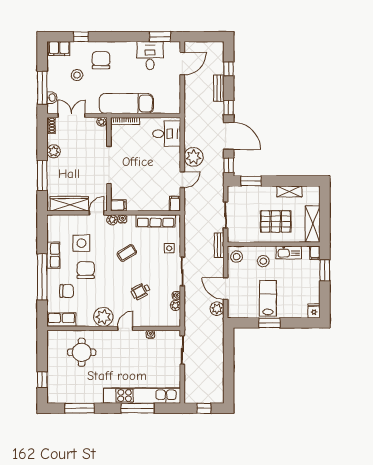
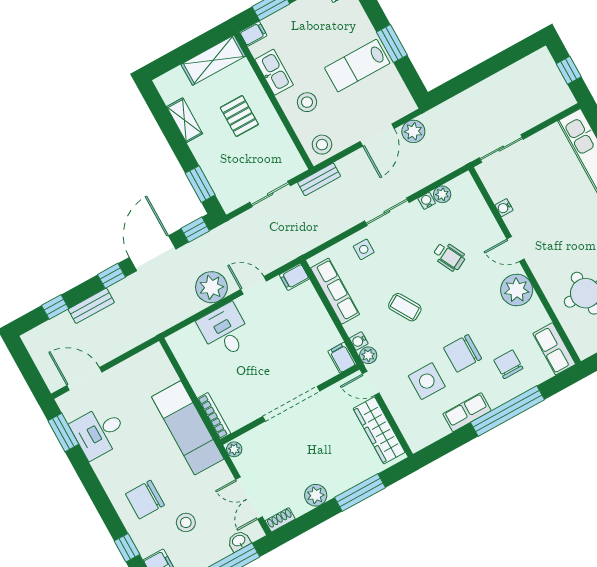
desk: (167, 134) -> (225, 331), moved
pallet: (276, 221) -> (239, 116), width x0.67, depth x0.71

